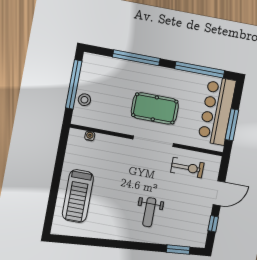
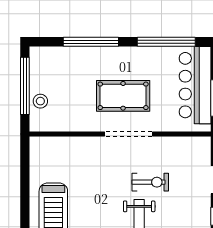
water cooler: (90, 136) -> (54, 142), removed
exercise bike: (187, 168) -> (150, 182), moved

